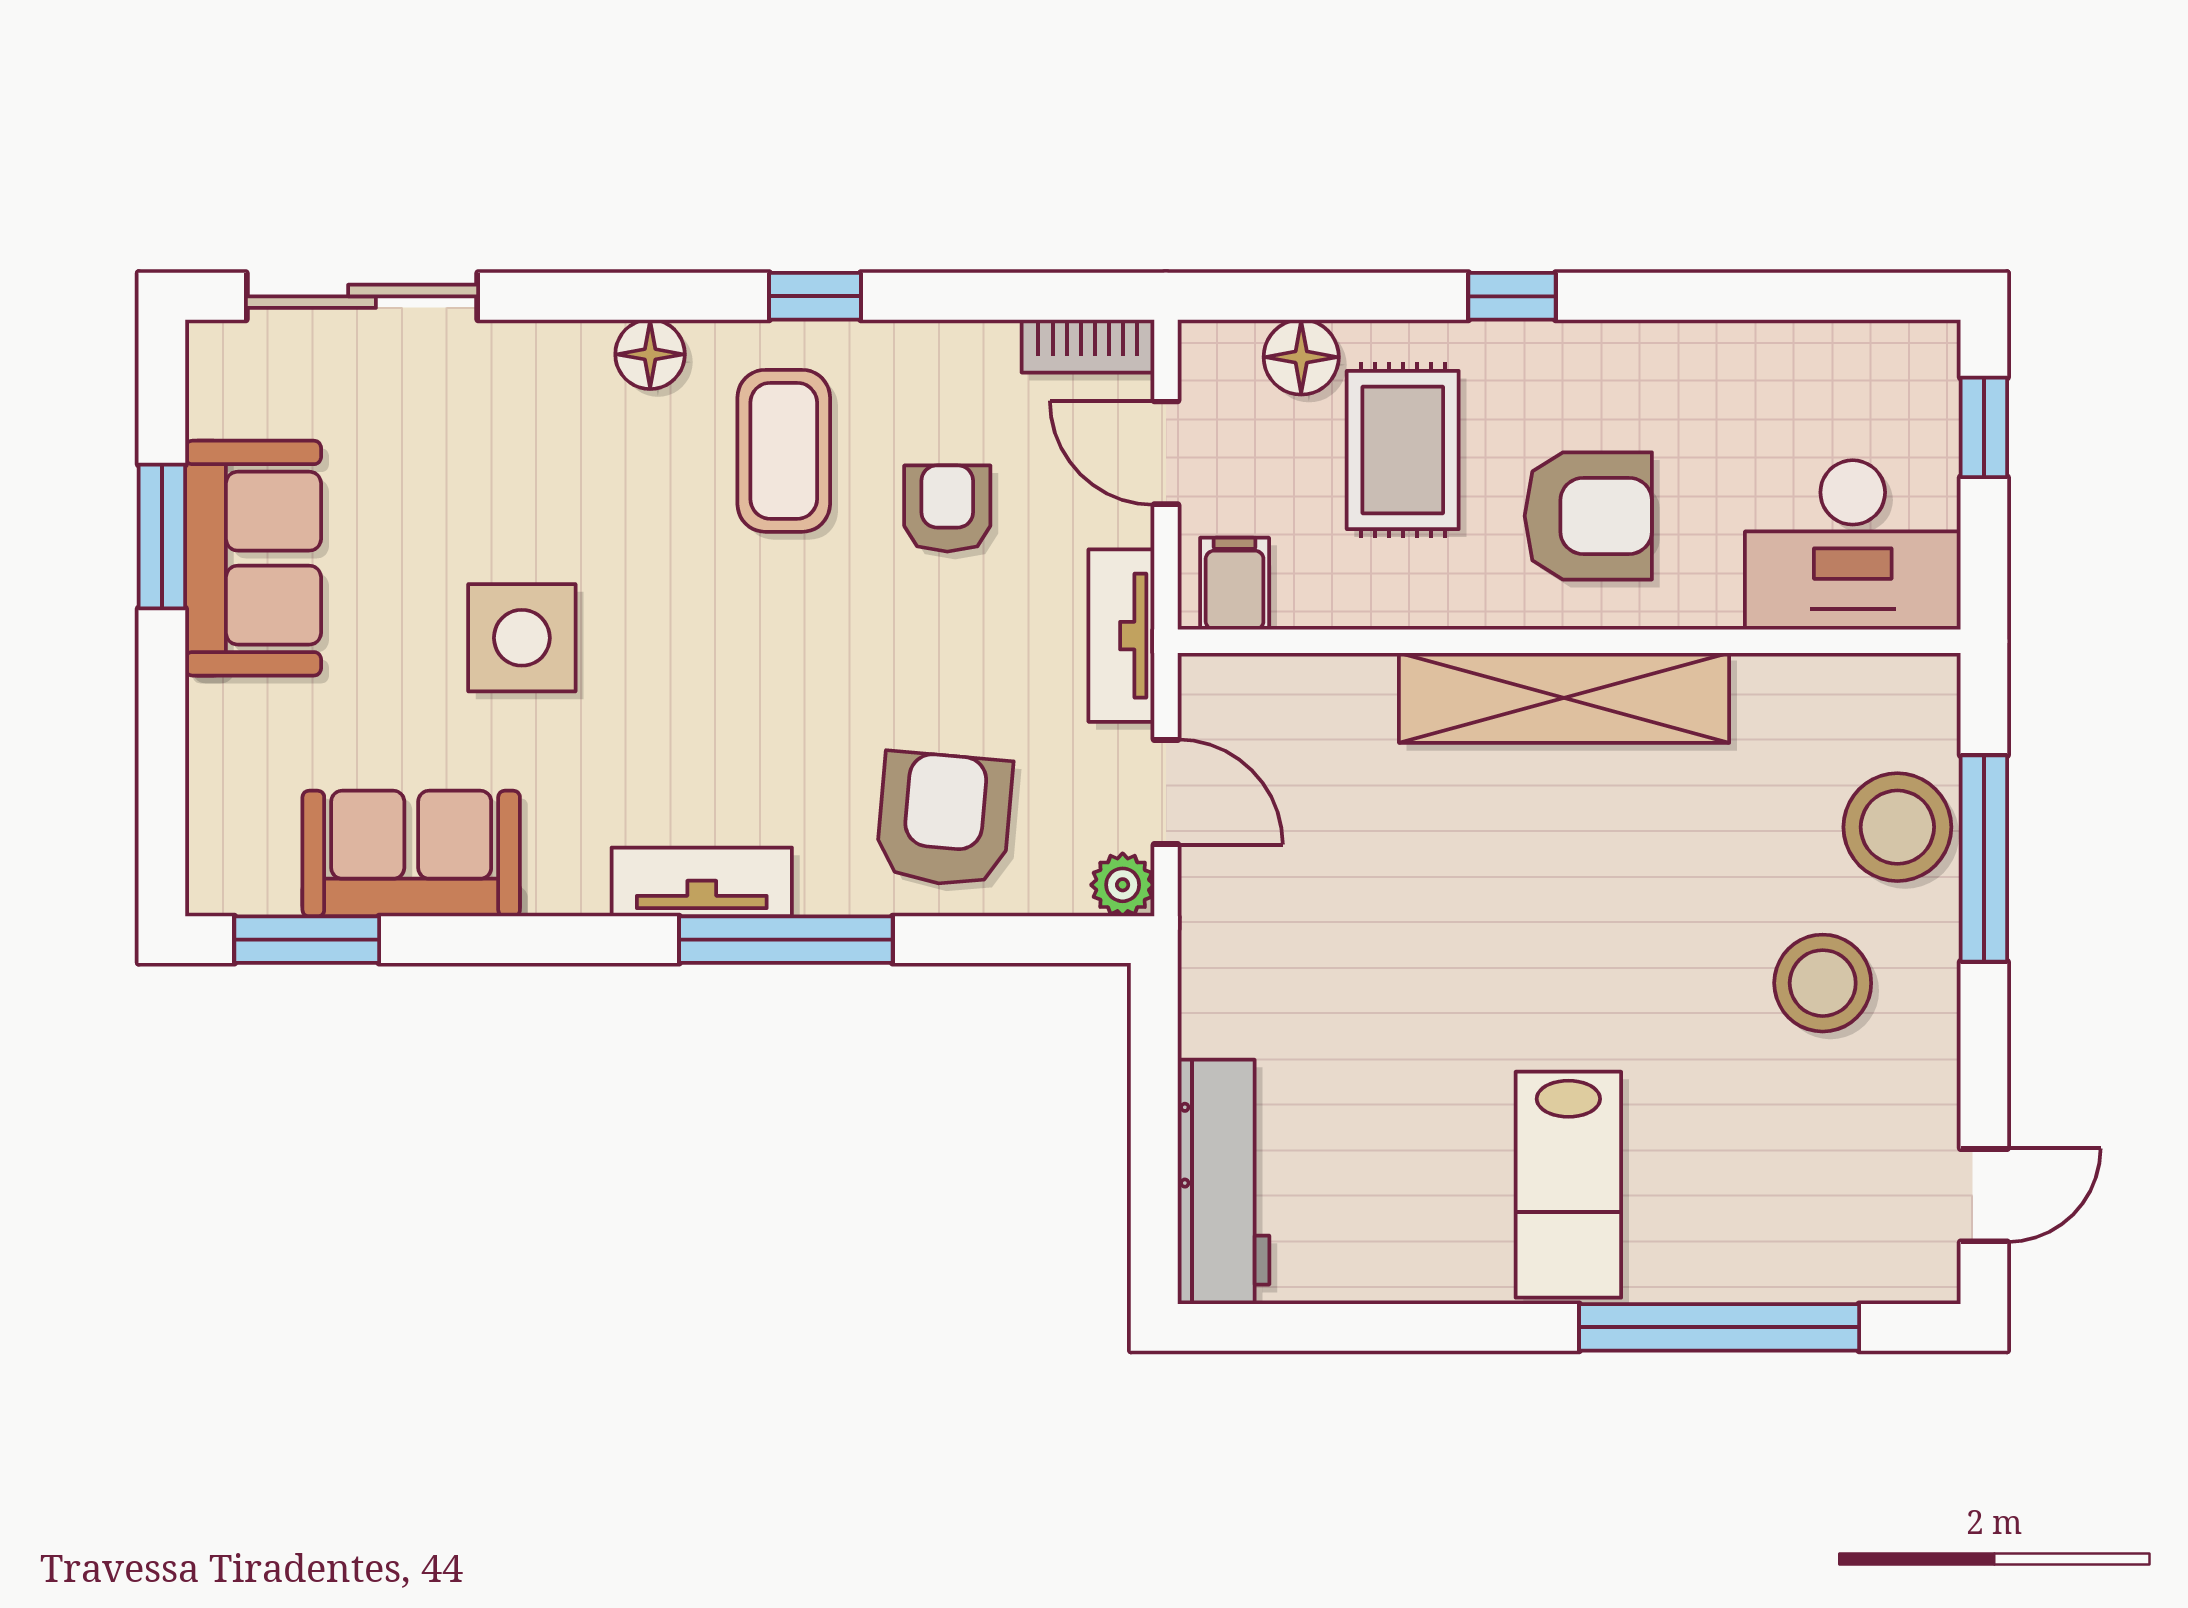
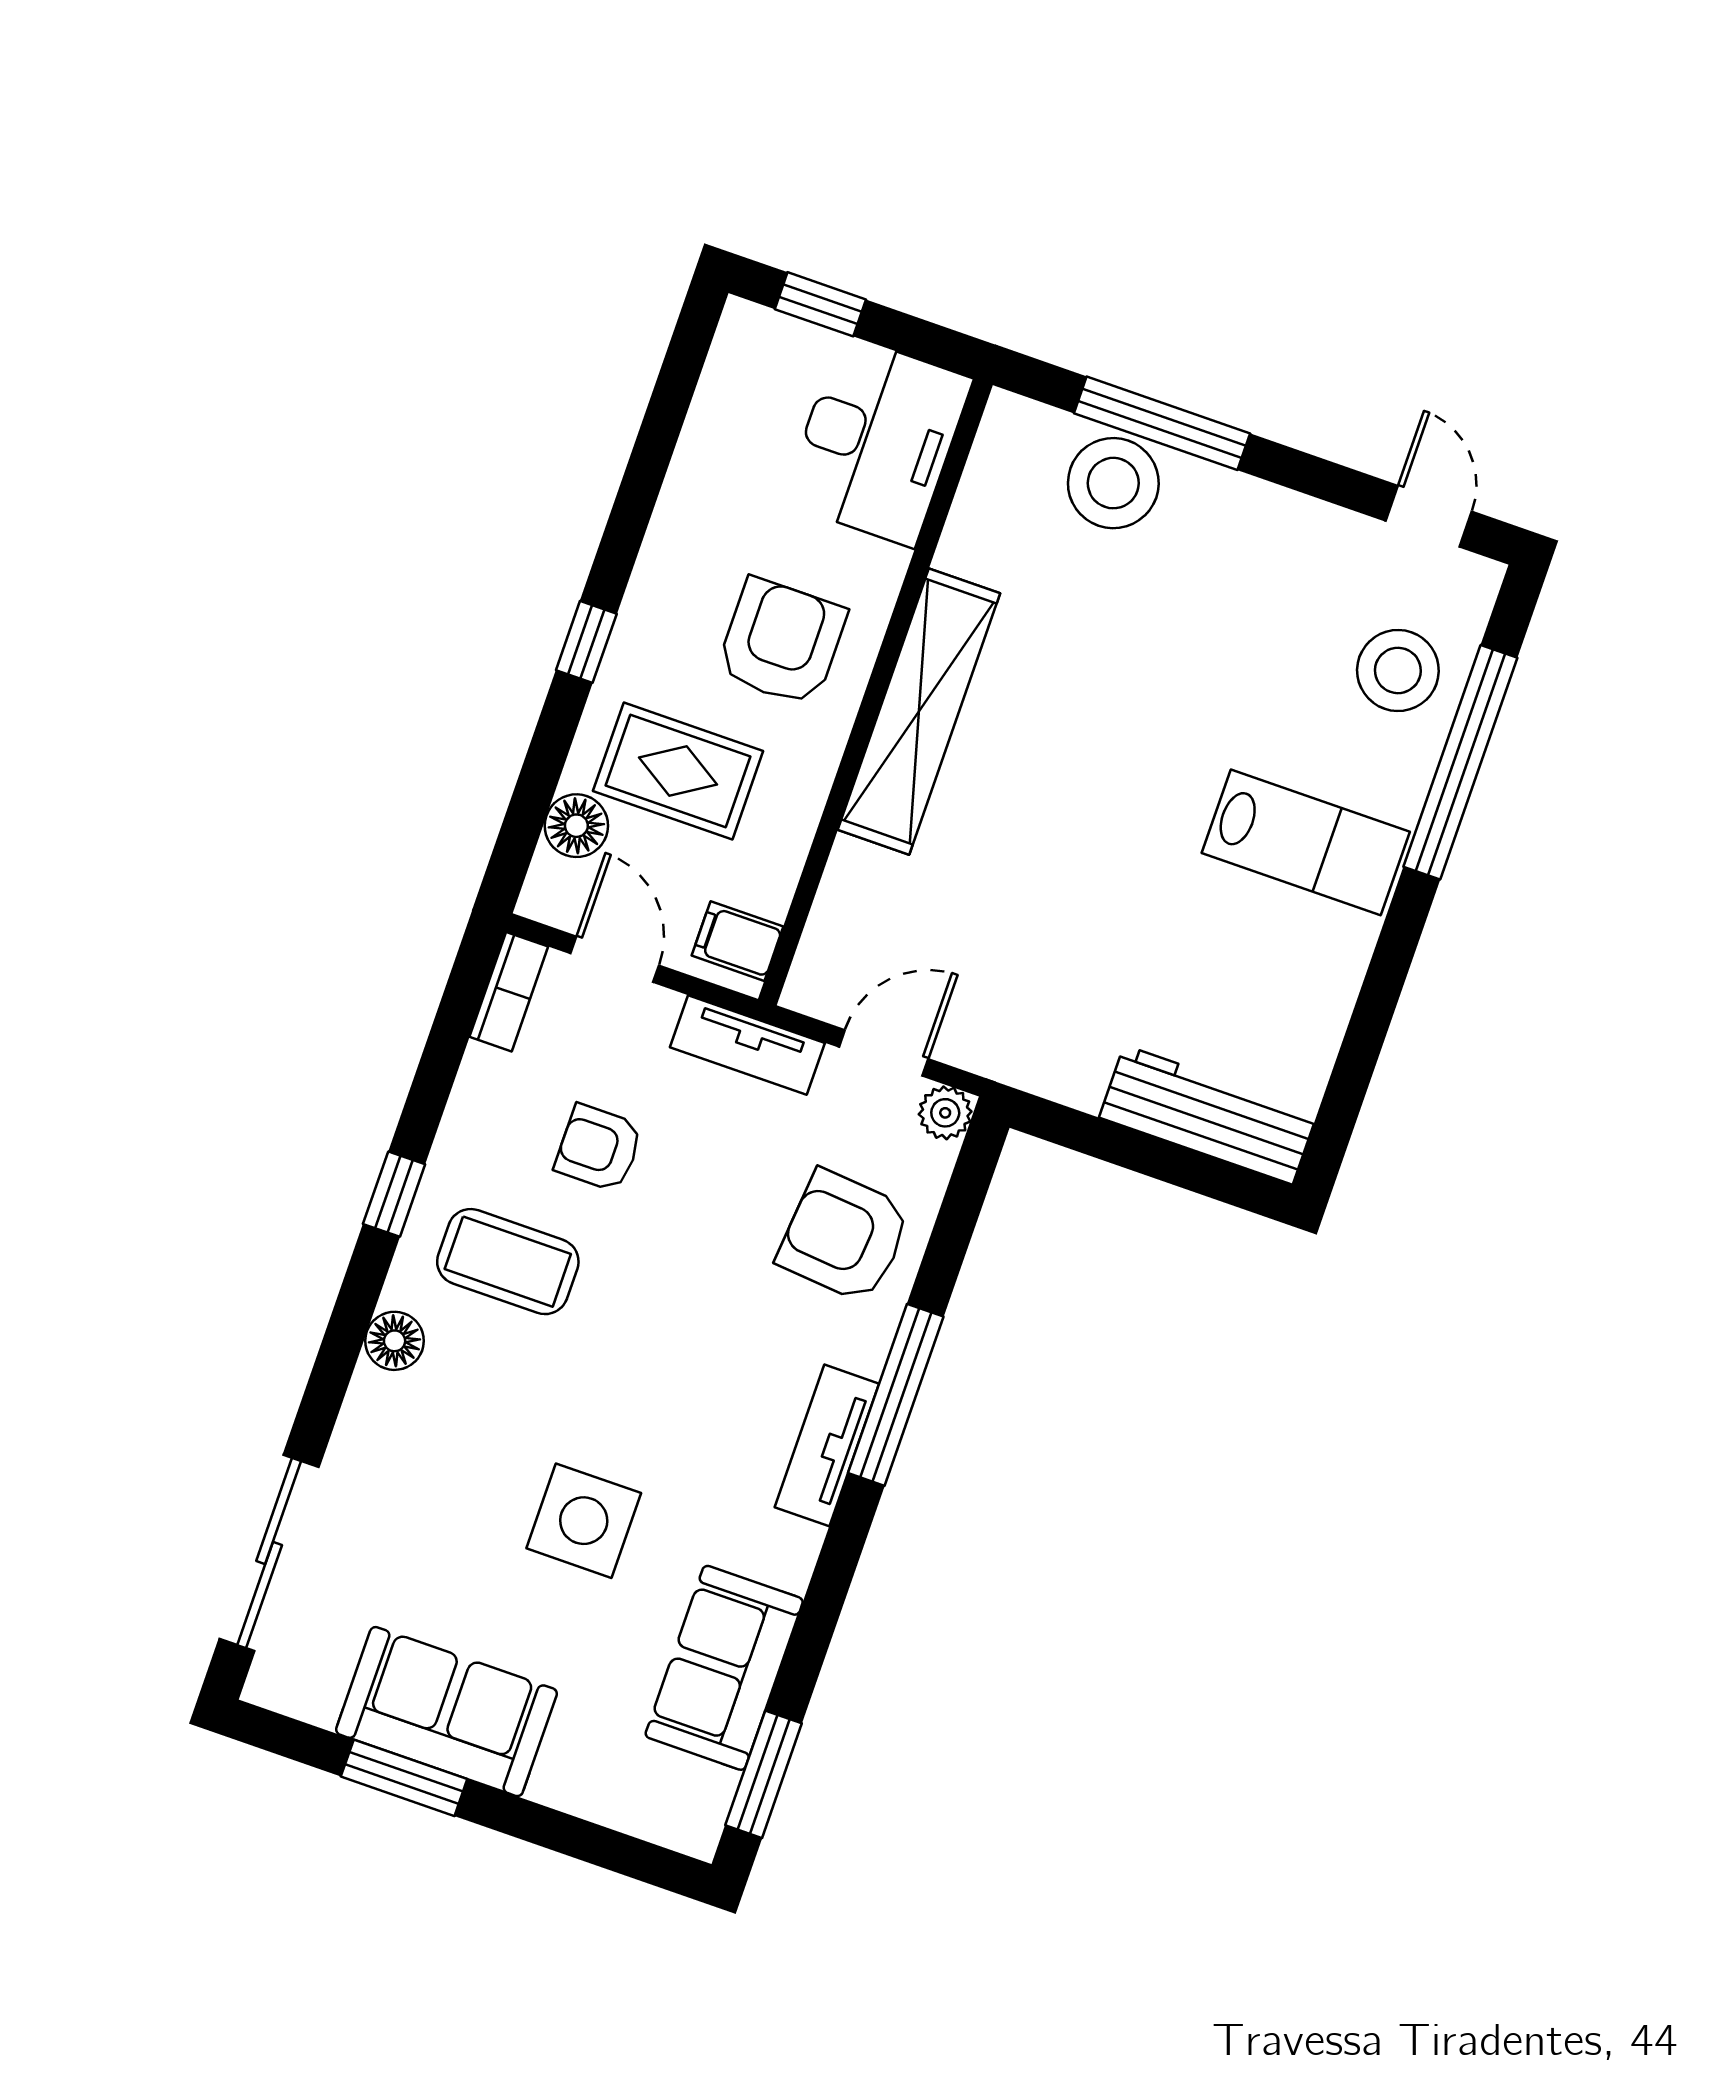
door: (1166, 453) -> (615, 959), swing flipped
stool: (1823, 983) -> (1398, 670), moved

